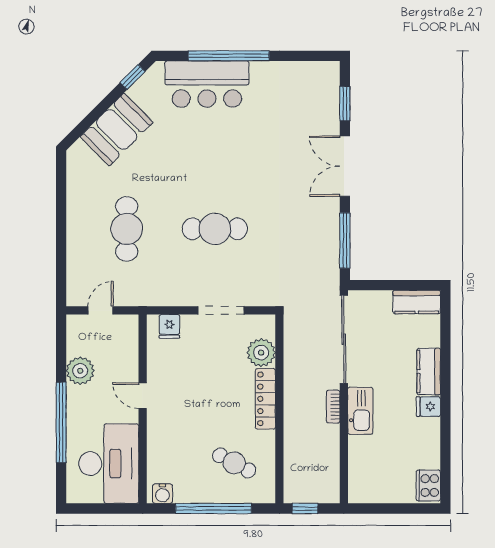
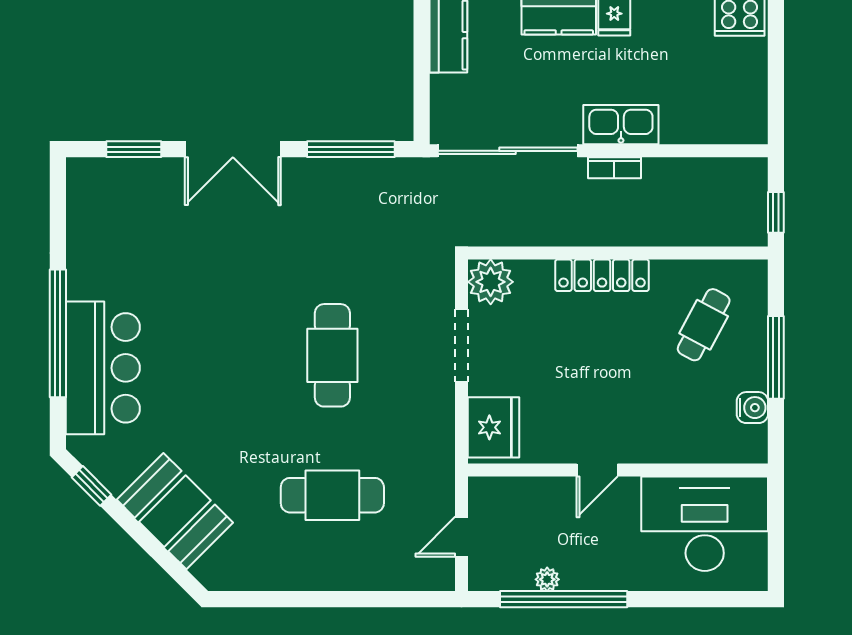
door: (101, 310) -> (462, 537), hinge flipped
fridge: (169, 326) -> (494, 427), width x1.88, depth x1.34
plant: (261, 353) -> (491, 282), moved
plant: (80, 371) -> (547, 579), width x0.53, depth x0.53
window: (61, 422) -> (564, 599), moved
water cooler: (162, 494) -> (752, 408), moved
window: (214, 508) -> (776, 357), width x0.68

